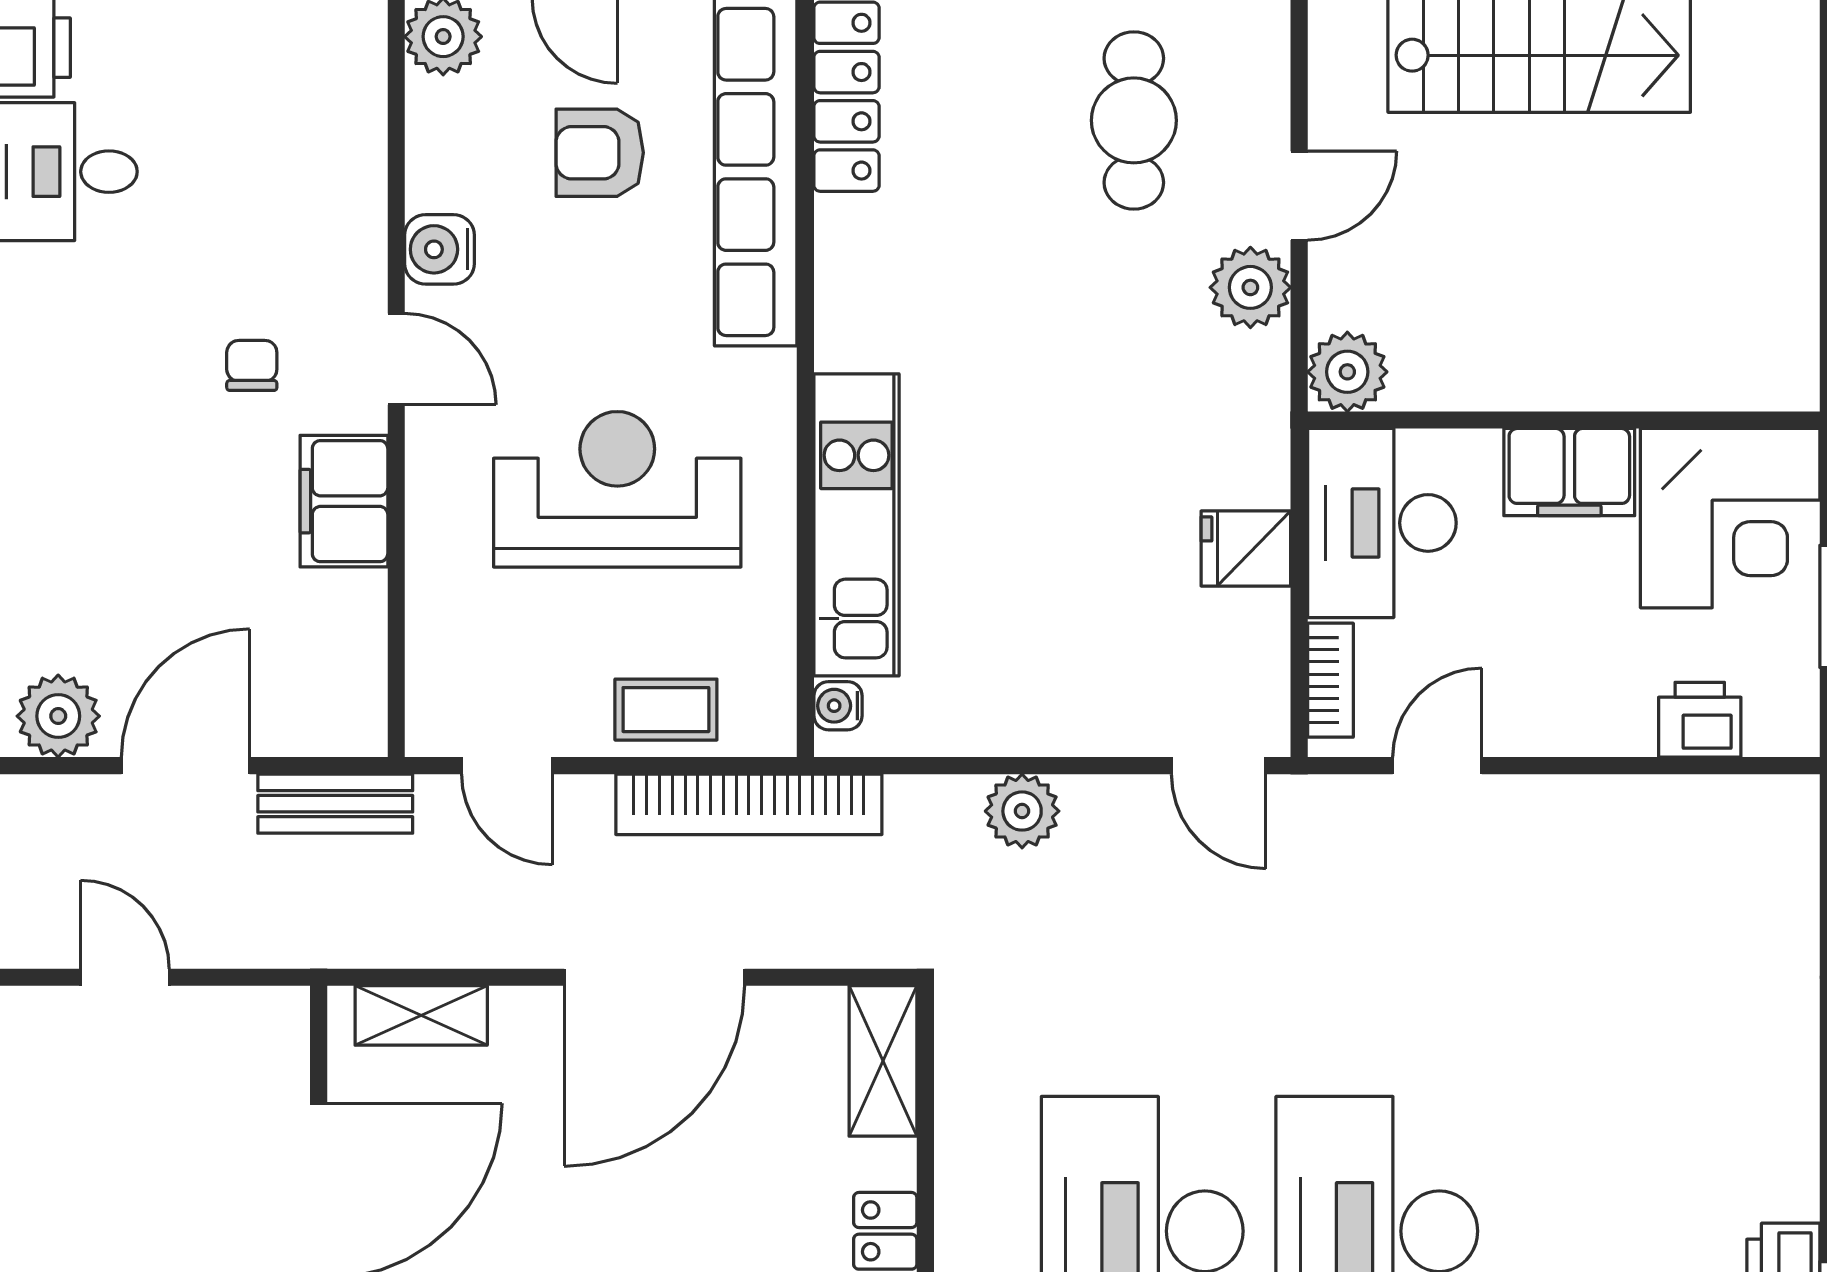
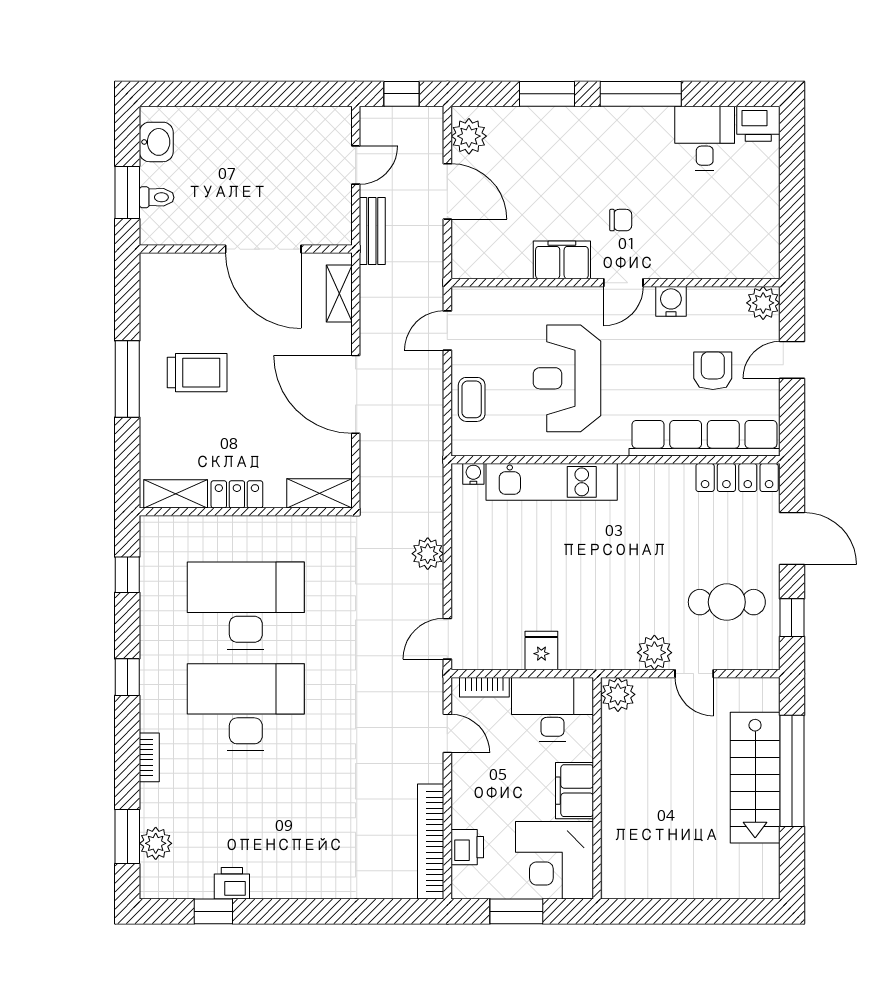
reception desk: (617, 489) -> (567, 378), turned 180
bench: (335, 804) -> (372, 231), moved
bookcase: (749, 804) -> (431, 841), moved

